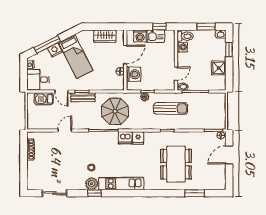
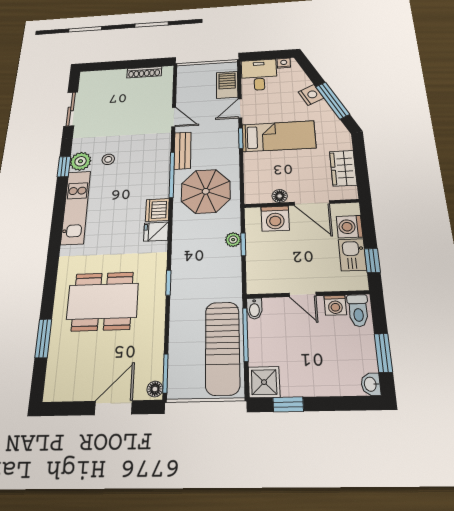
window: (47, 44) -> (333, 100), moved
window: (229, 50) -> (288, 404), moved
bed: (76, 56) -> (279, 136), moved, turned -153
shower: (219, 68) -> (264, 382), moved
door: (176, 74) -> (303, 294), moved
bench: (83, 97) -> (183, 151), moved
sun lounger: (171, 108) -> (222, 348), moved, width x1.36, depth x1.34
door: (229, 155) -> (113, 408), hinge flipped

